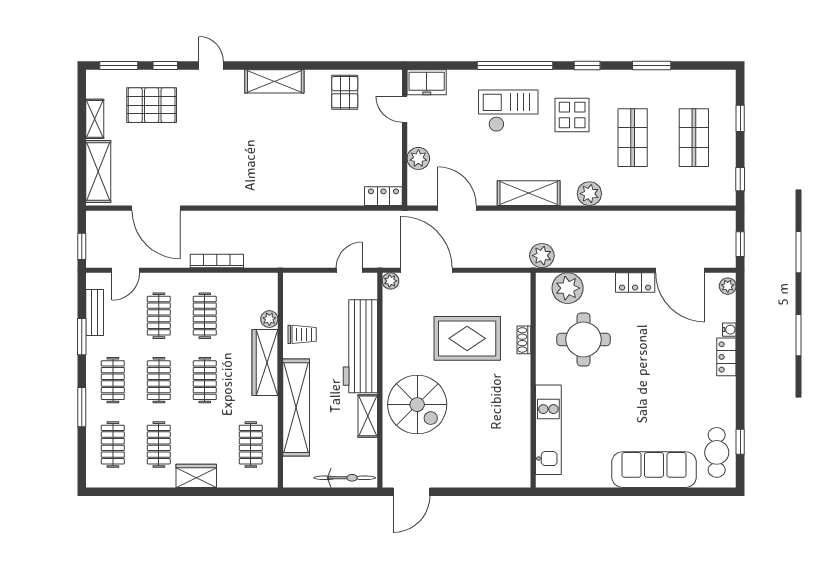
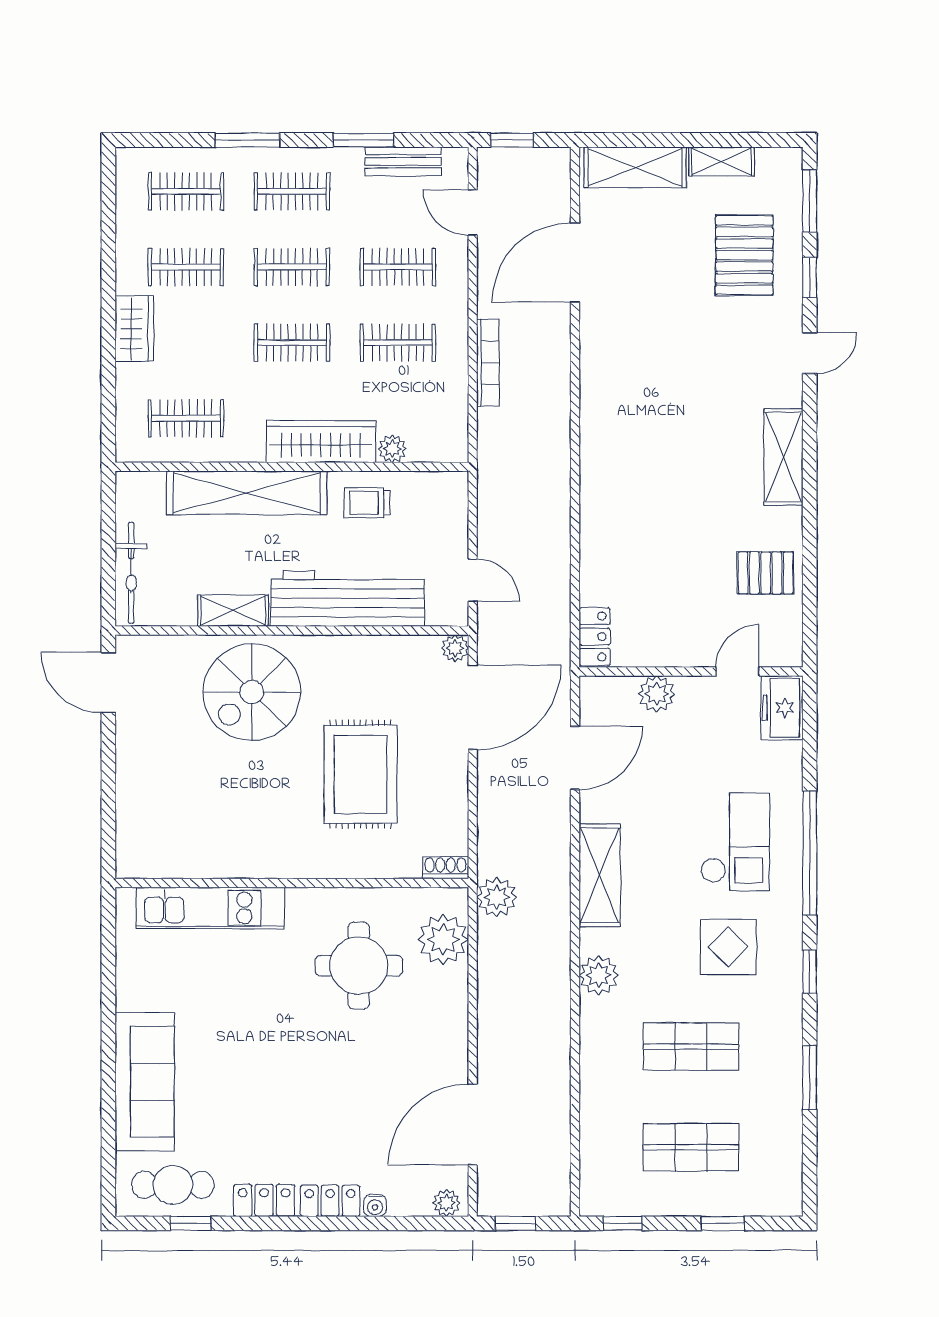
locker: (635, 283) -> (264, 1200), moved, turned 90
trolley: (302, 334) -> (367, 503), turned 90
shoe rack: (524, 340) -> (445, 868), moved

